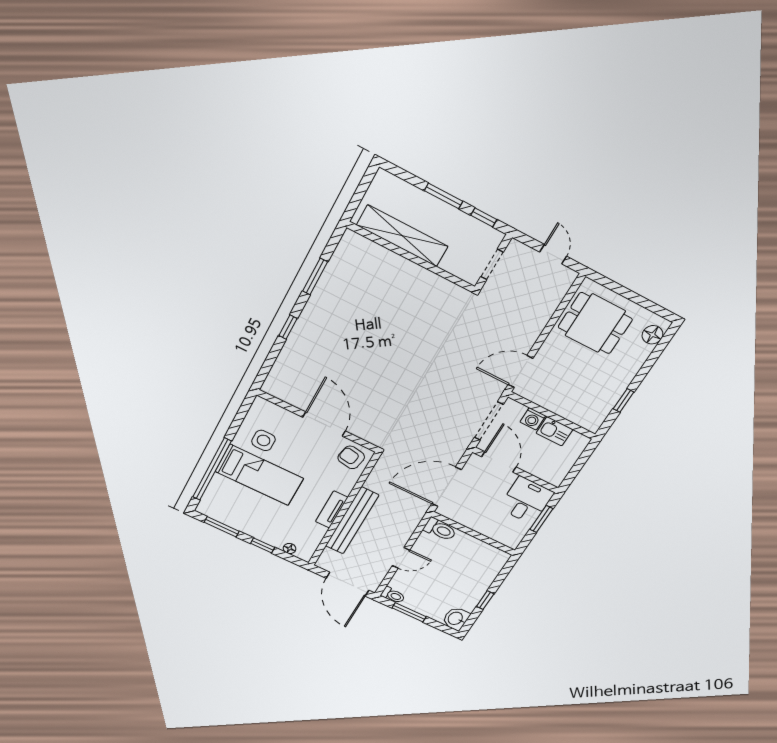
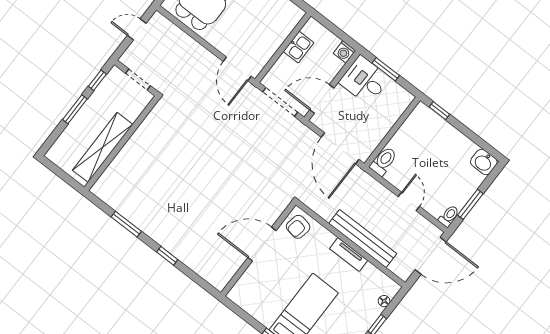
washing machine: (533, 419) -> (344, 52), moved, turned 90
side table: (263, 440) -> (270, 300), removed
window: (485, 600) -> (439, 111), moved

